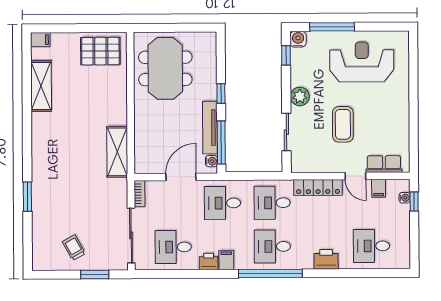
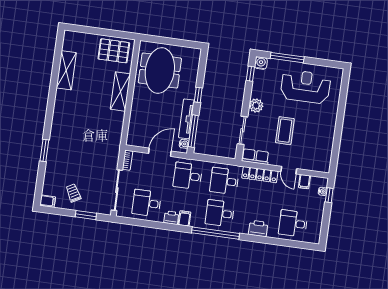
filing cabinet: (40, 40) -> (48, 201), moved
shelving: (117, 152) -> (120, 92), moved
row of seats: (384, 164) -> (255, 157), moved

